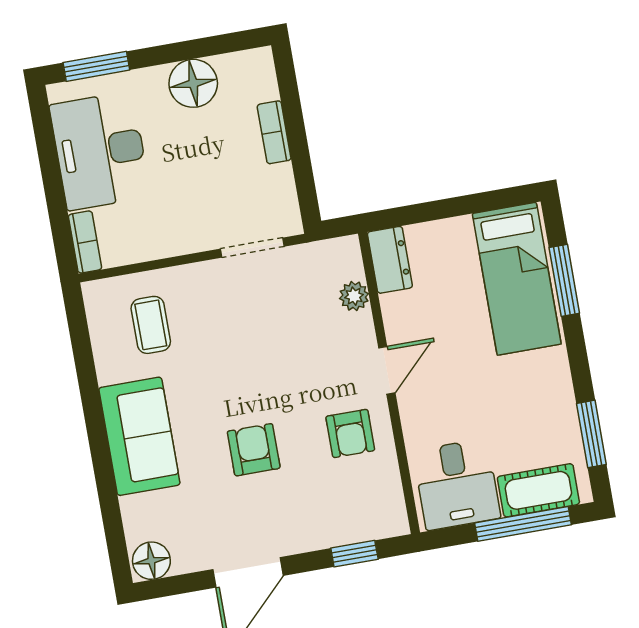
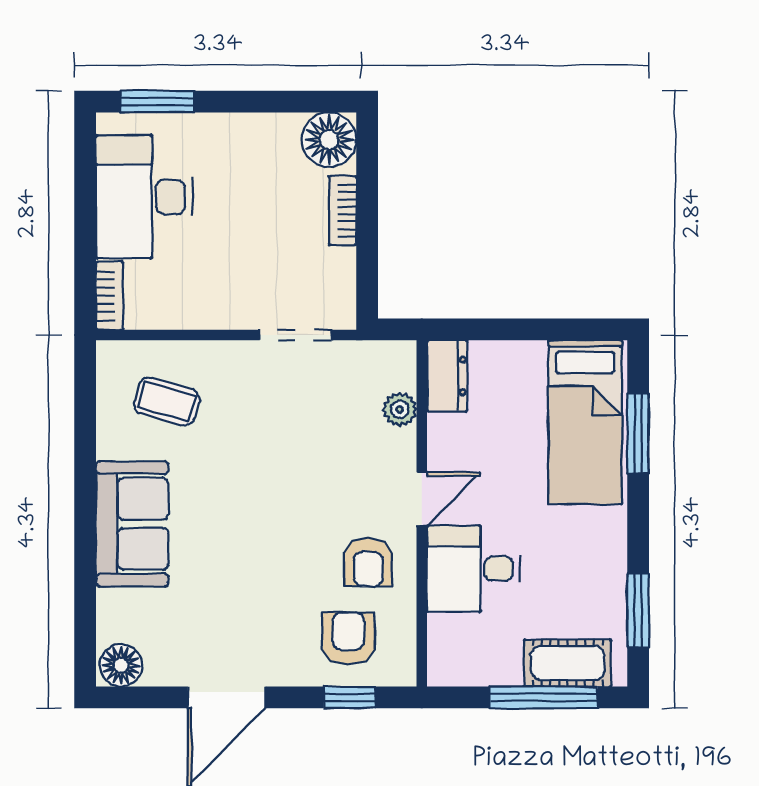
floor lamp: (193, 83) -> (329, 140), moved
coffee table: (151, 325) -> (167, 402), turned -74
armchair: (254, 450) -> (348, 638), moved
desk: (457, 484) -> (473, 569), moved, turned 90

